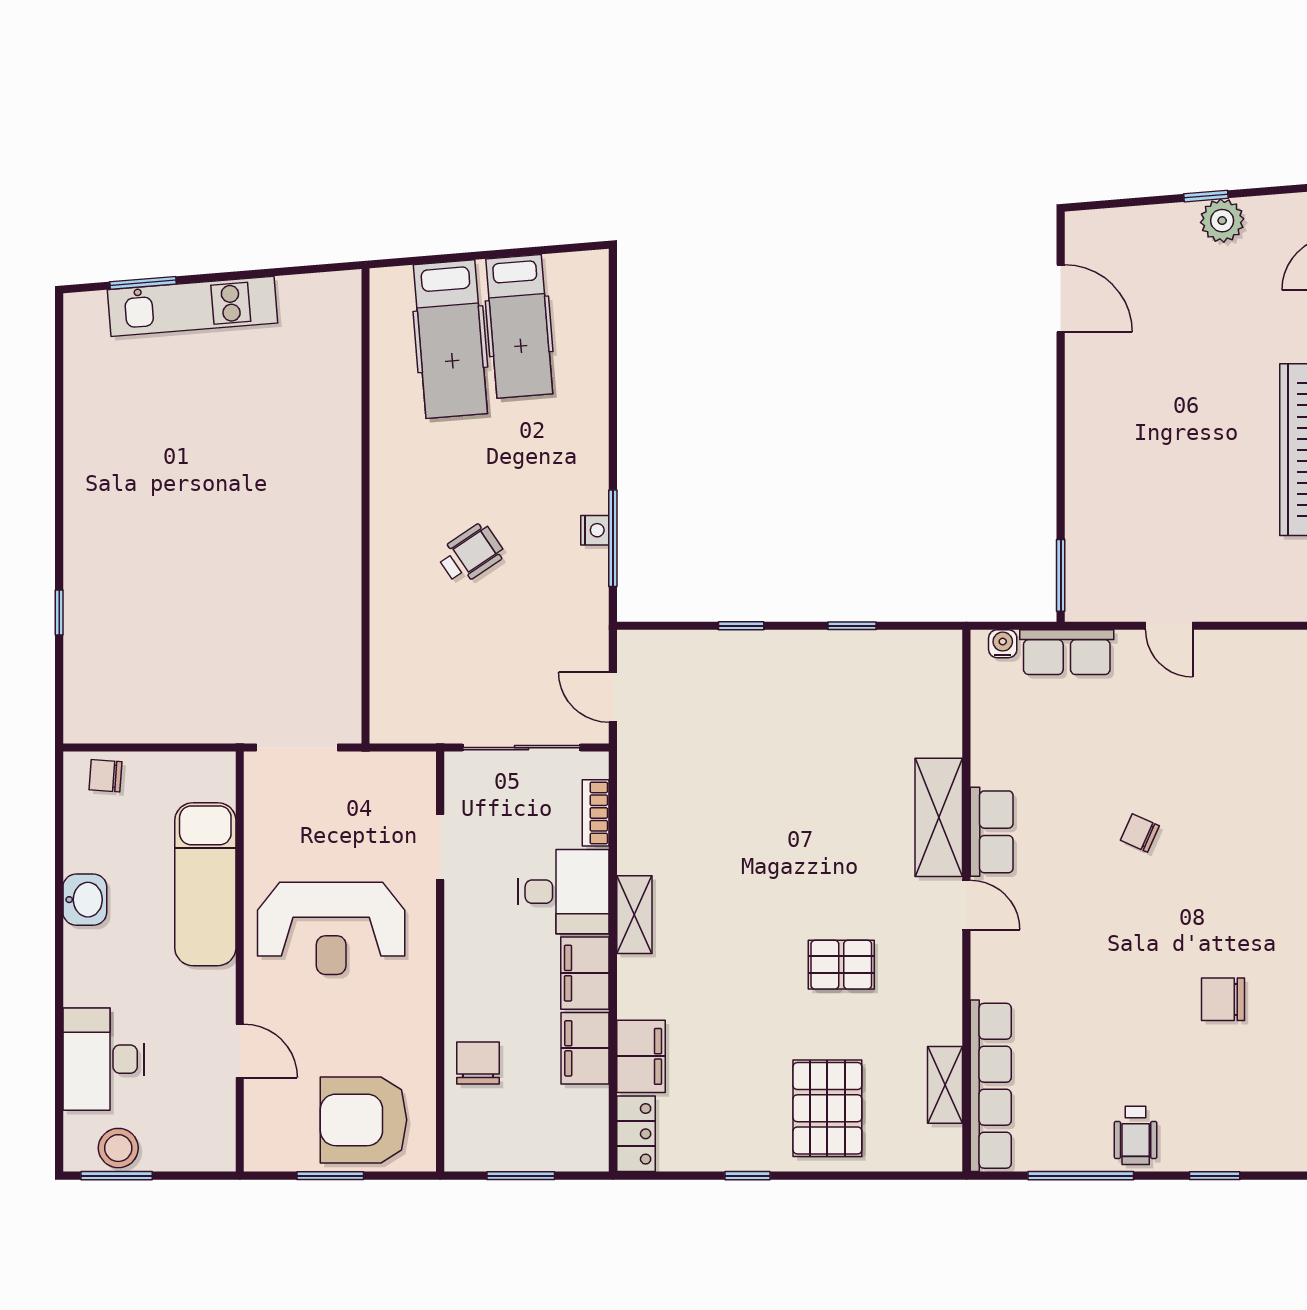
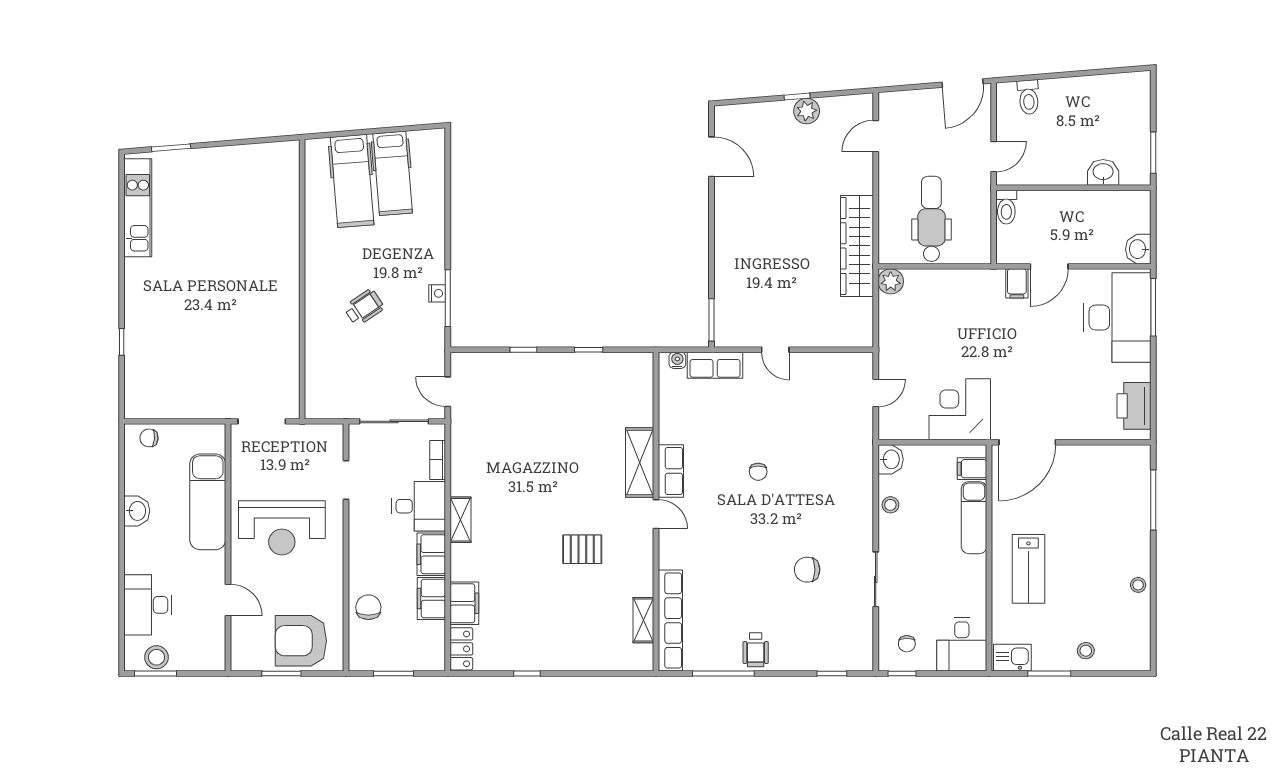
kitchen unit: (192, 306) -> (138, 208), moved, turned -85
chair: (1140, 833) -> (758, 472), turned -114
pallet: (827, 1108) -> (574, 634), removed
window: (1215, 1176) -> (832, 674), moved

